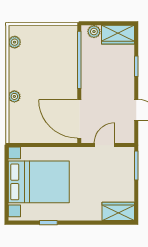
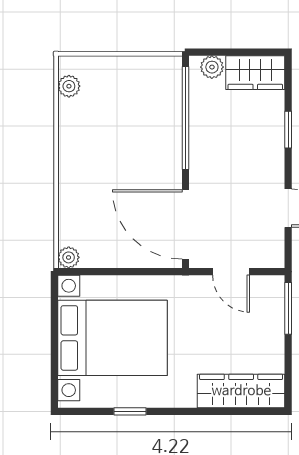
plant: (14, 96) -> (69, 257), moved
door: (105, 145) -> (231, 272), swing flipped
wardrobe: (118, 211) -> (241, 391), width x1.50

